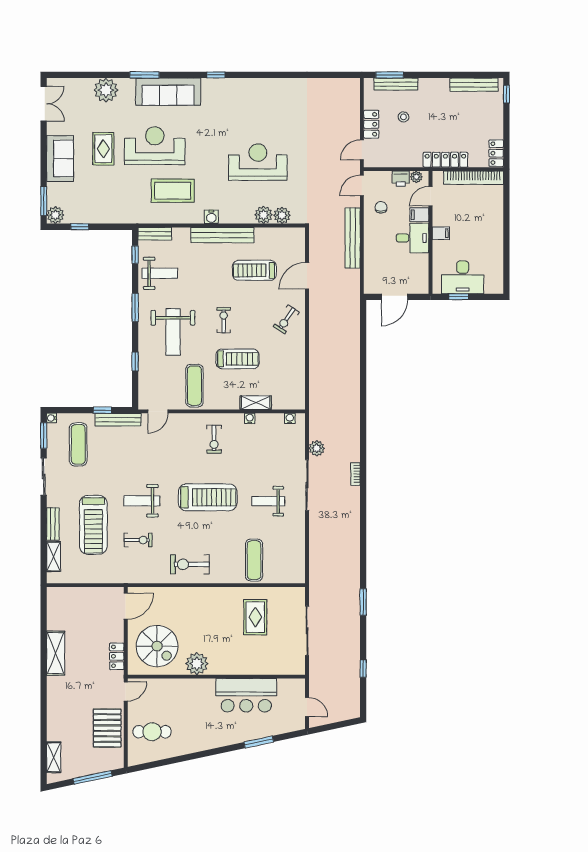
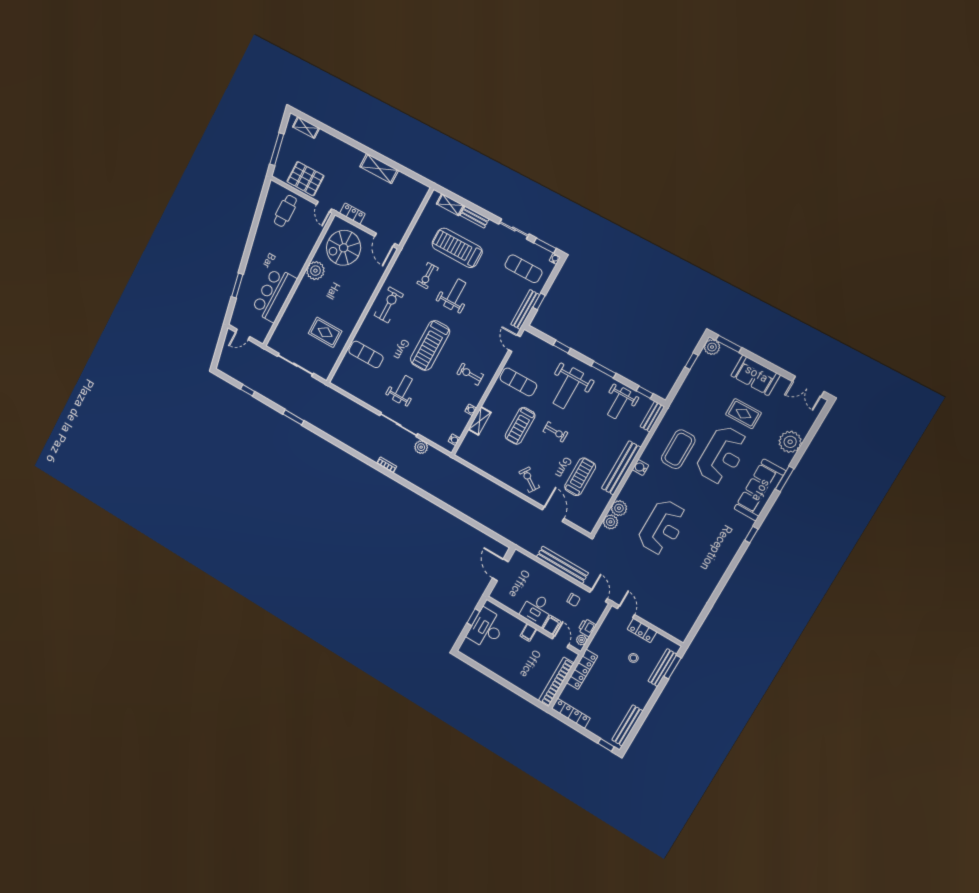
locker: (496, 153) -> (571, 713), width x1.53
weight bench: (173, 332) -> (568, 388), turned -90

